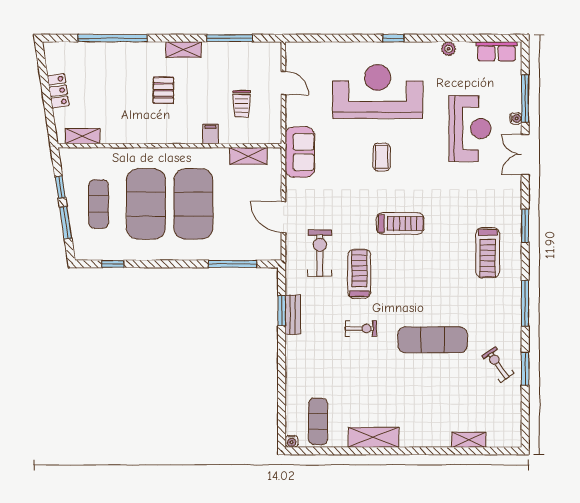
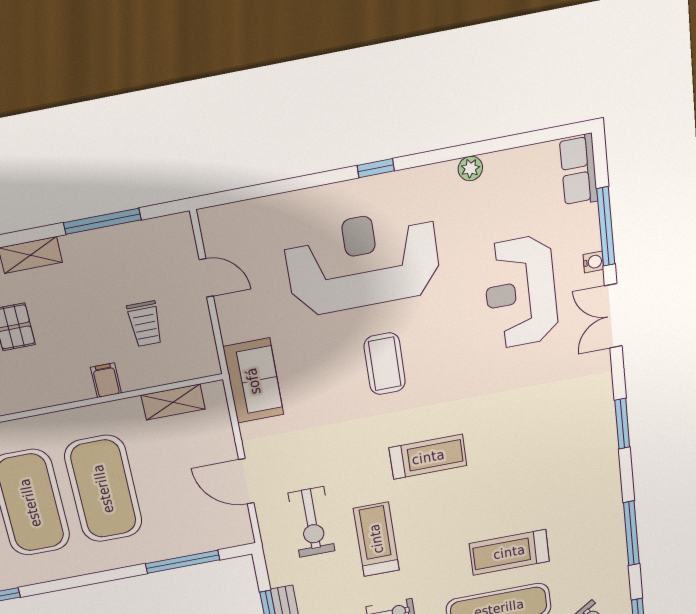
row of seats: (497, 51) -> (579, 170), moved, turned 90
reception desk: (470, 129) -> (521, 292), turned 180
coffee table: (382, 157) -> (385, 364), width x1.36, depth x1.30
exercise bike: (320, 253) -> (312, 522), turned 180
treadmill: (488, 253) -> (509, 552), moved, turned 90

